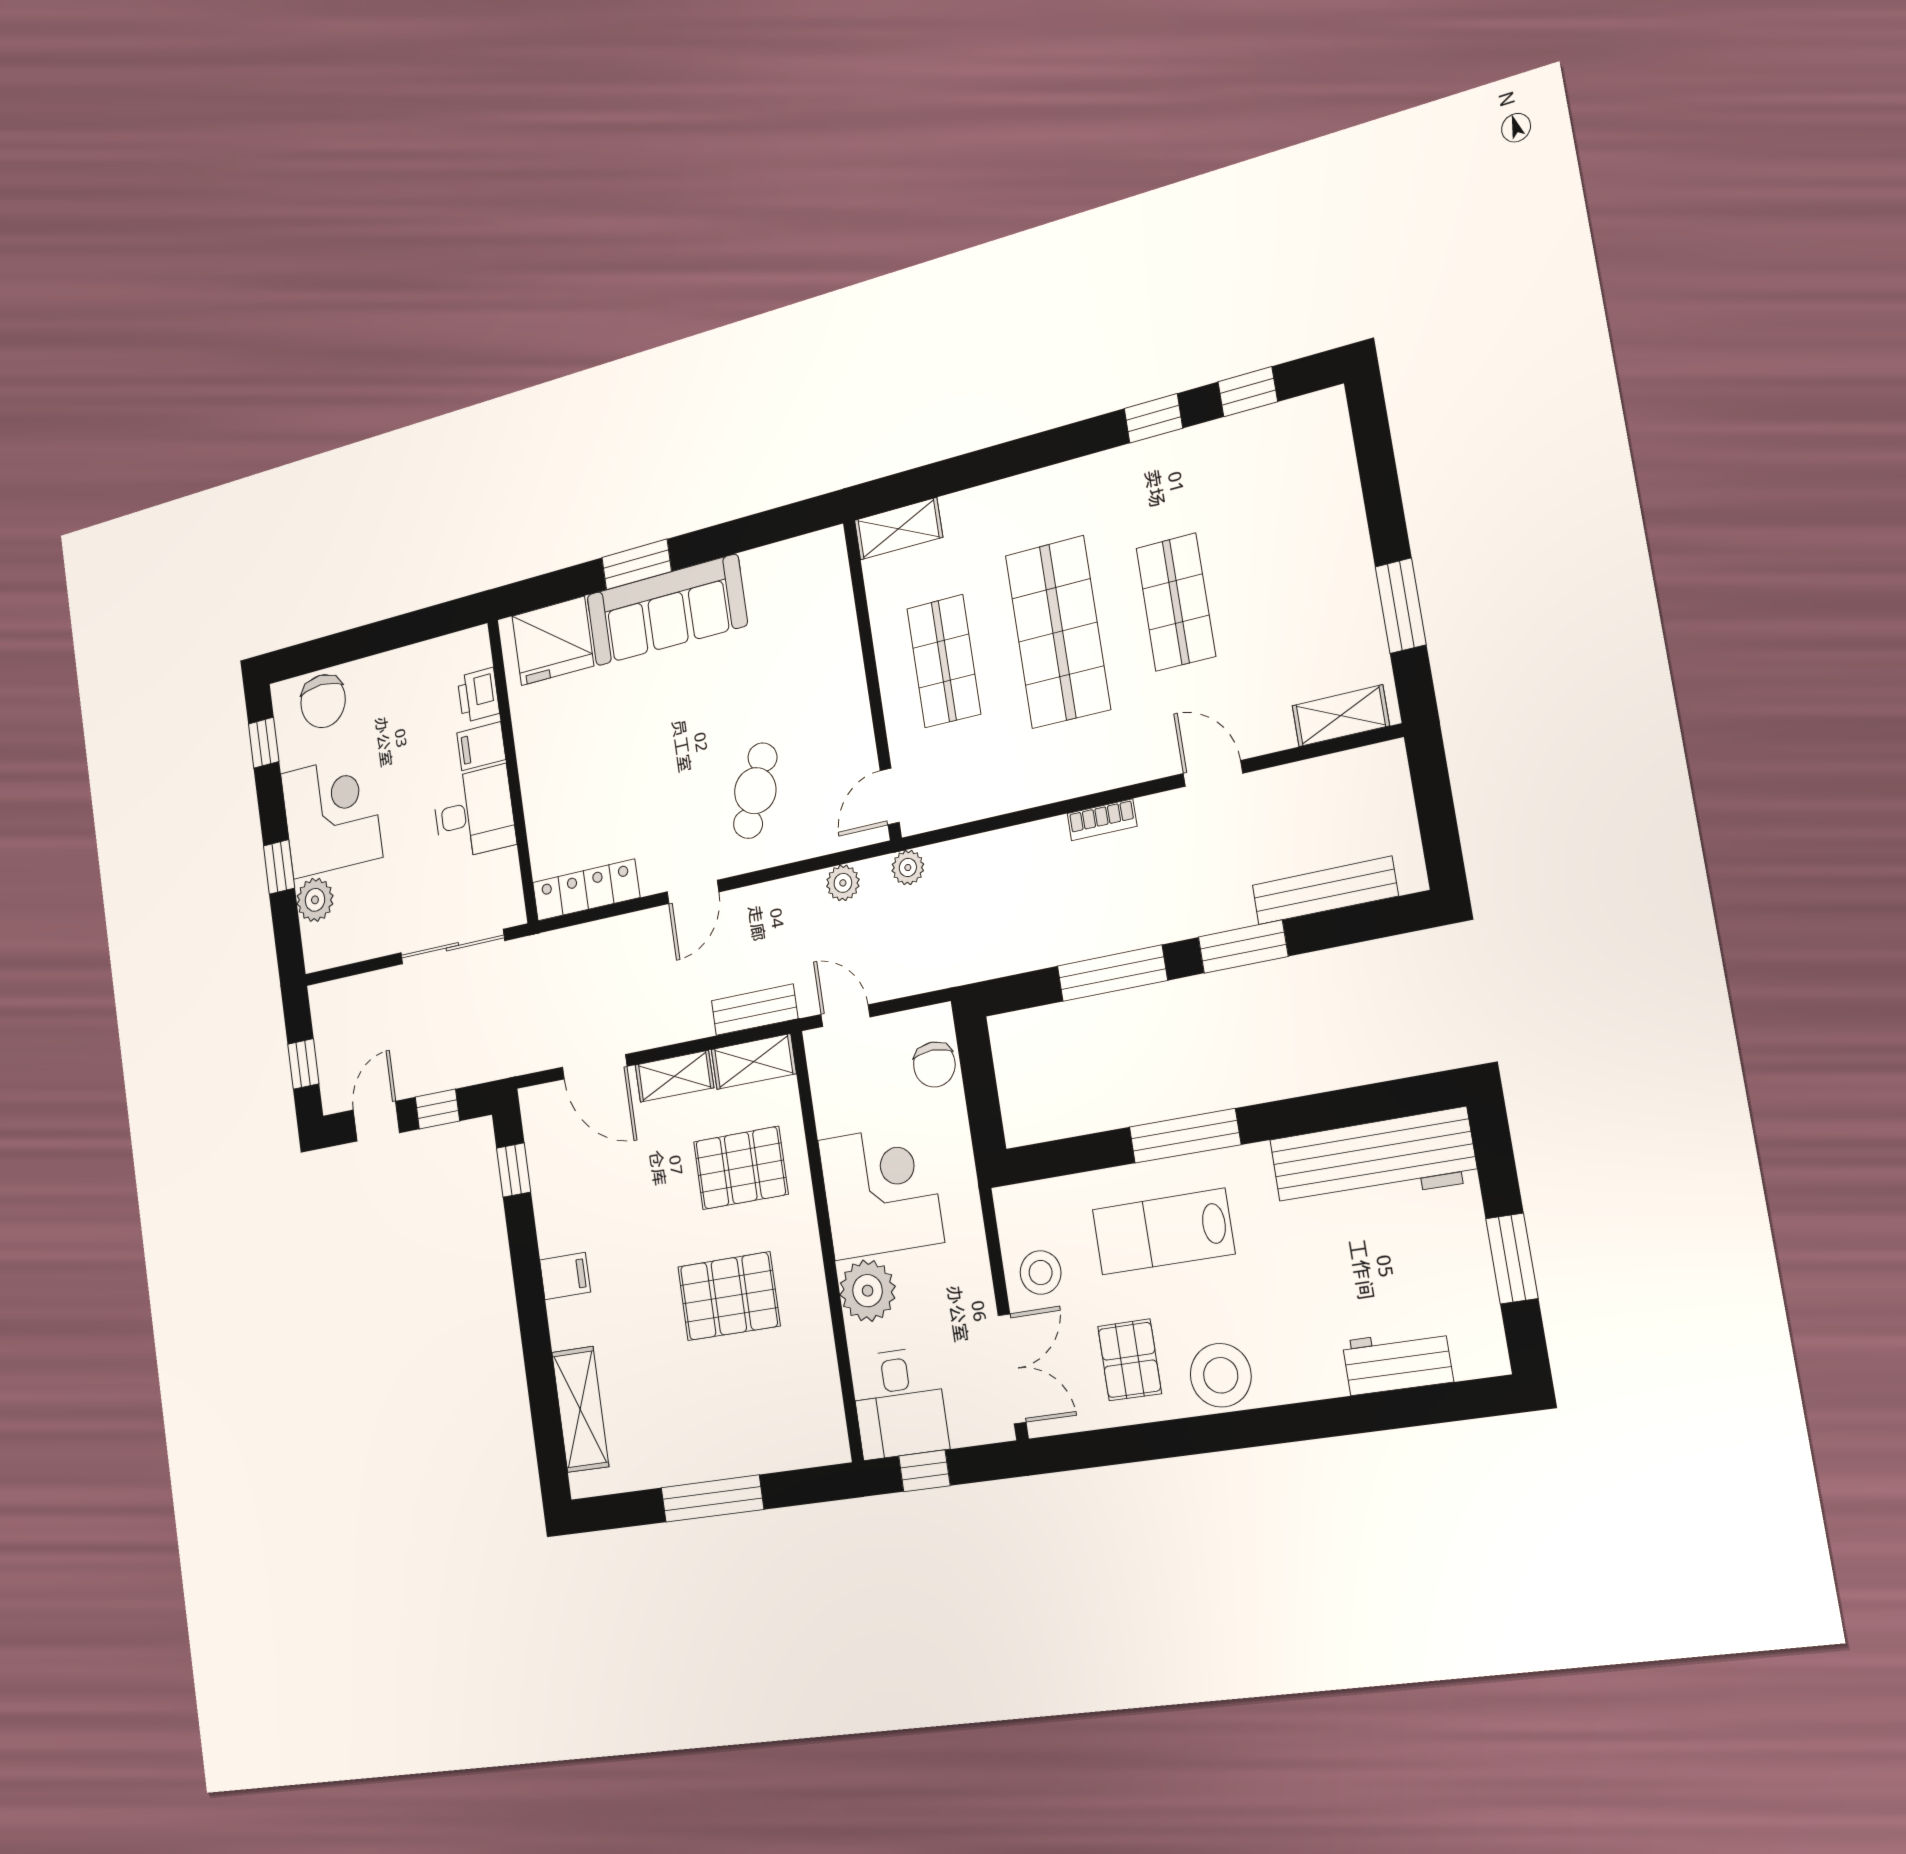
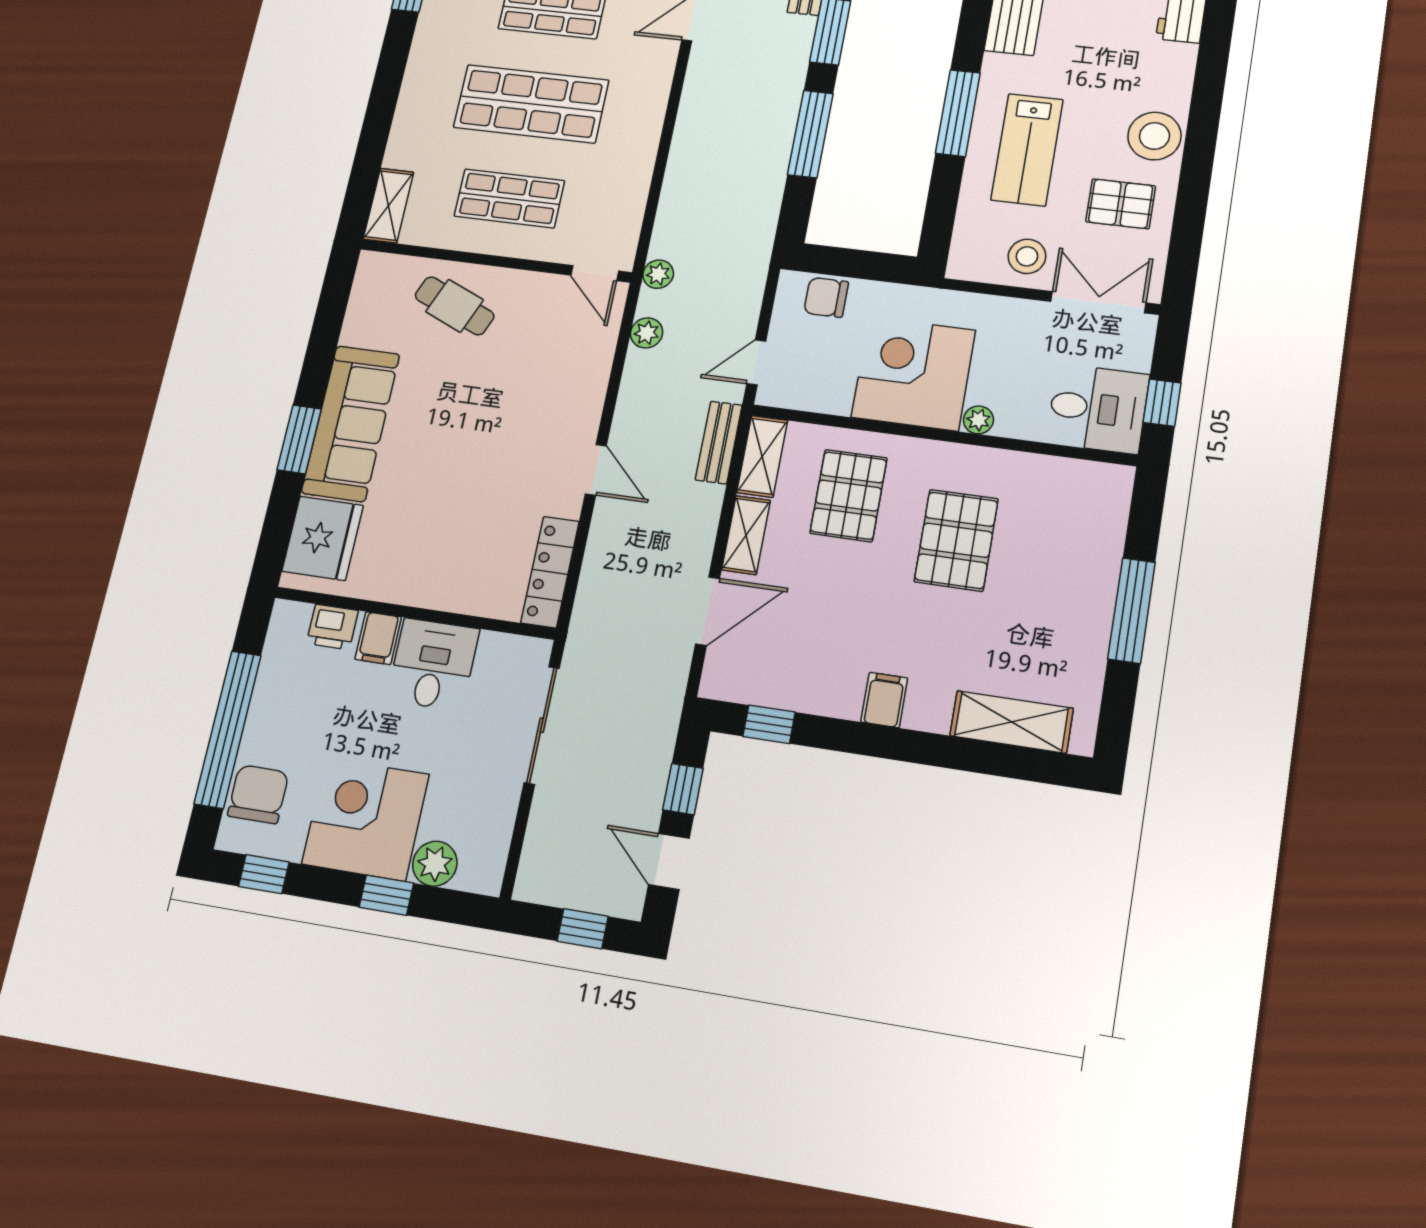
window: (366, 641) -> (228, 729), added
chair: (323, 701) -> (258, 794), turned -90
cafe table: (755, 791) -> (454, 306), moved
bookcase: (1102, 820) -> (689, 110), removed
chair: (934, 1064) -> (826, 297), turned 180
plant: (868, 1291) -> (978, 420), width x0.53, depth x0.53

